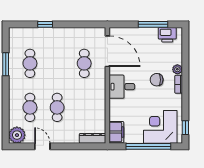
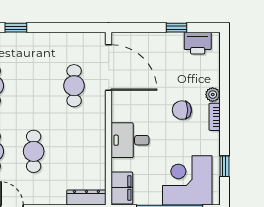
window: (153, 24) -> (176, 28), width x0.46
desk: (122, 87) -> (130, 140), moved
window: (185, 128) -> (224, 166), moved

